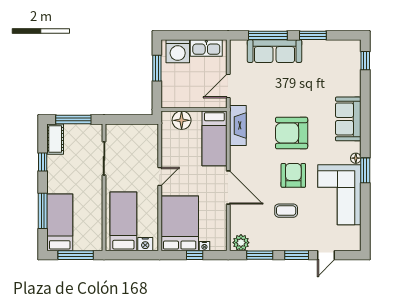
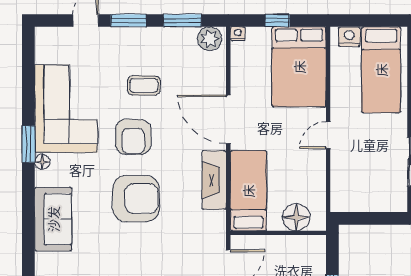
fireplace: (238, 125) -> (214, 180), moved
nightstand: (204, 246) -> (238, 34), moved

